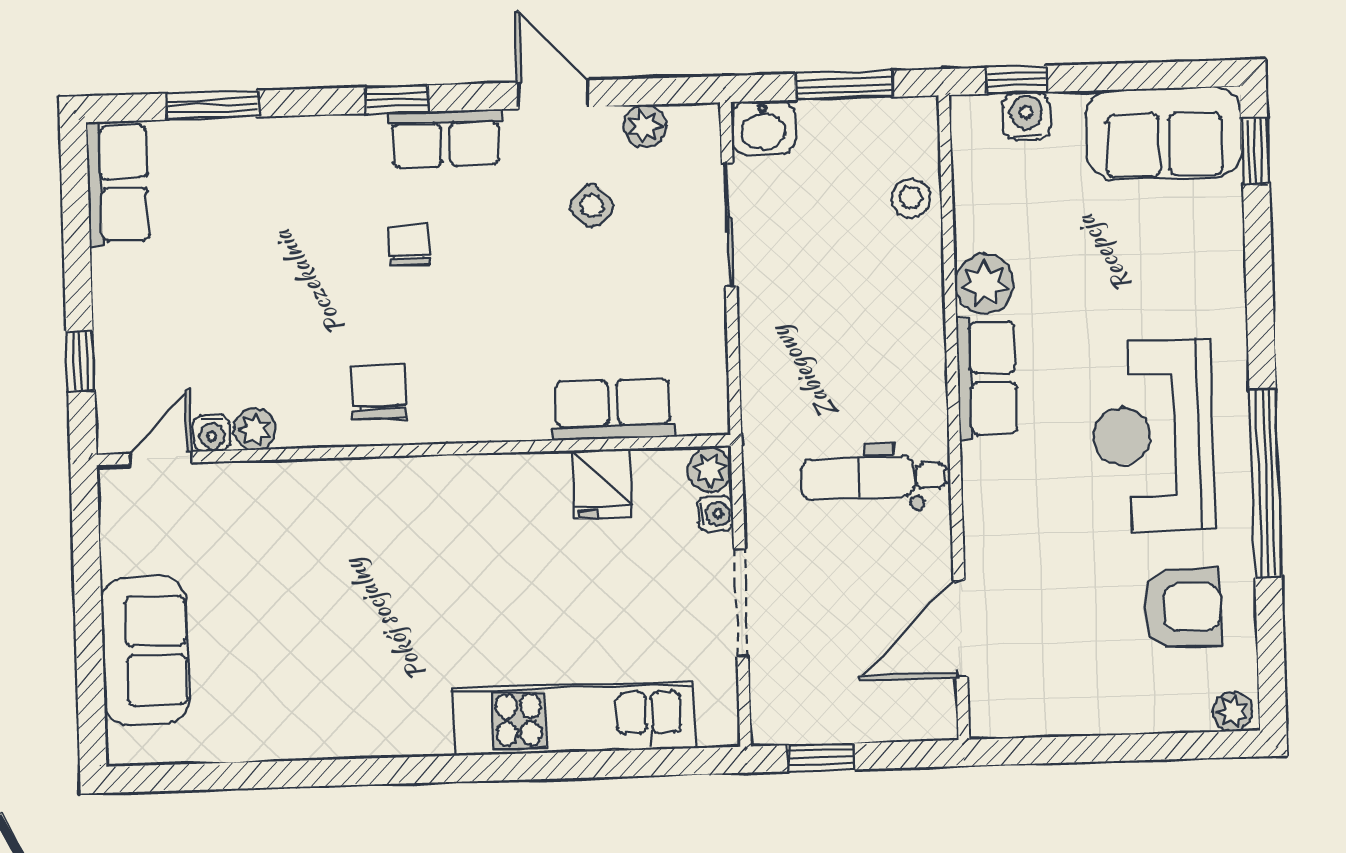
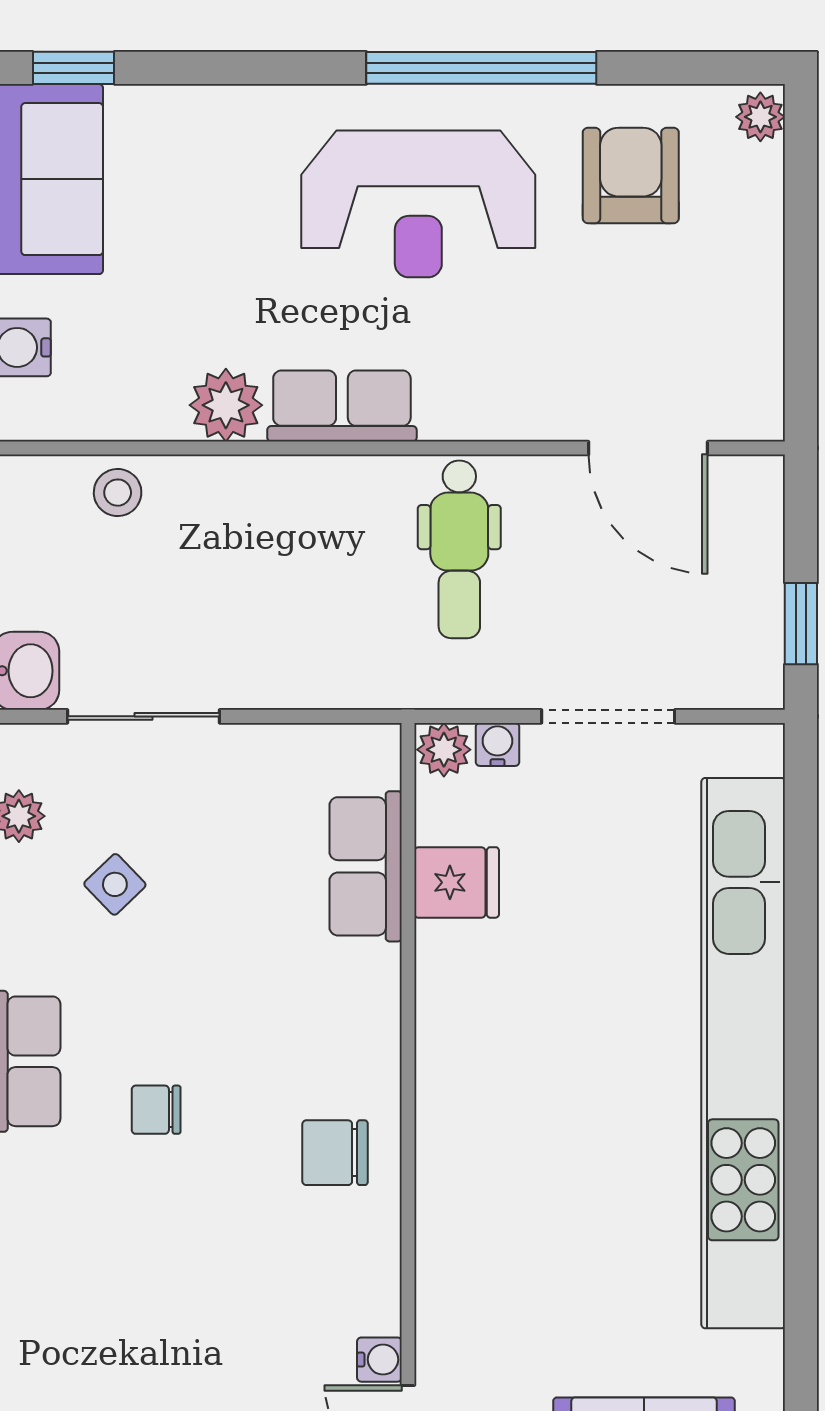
plant: (255, 429) -> (376, 1307), removed
kitchen unit: (574, 718) -> (743, 1053), width x1.86

